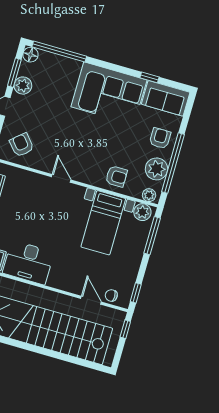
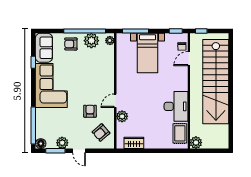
armchair: (116, 176) -> (90, 111), moved
plant: (142, 212) -> (122, 116), moved
bed with nightstands: (103, 223) -> (148, 53), moved, turned 90

